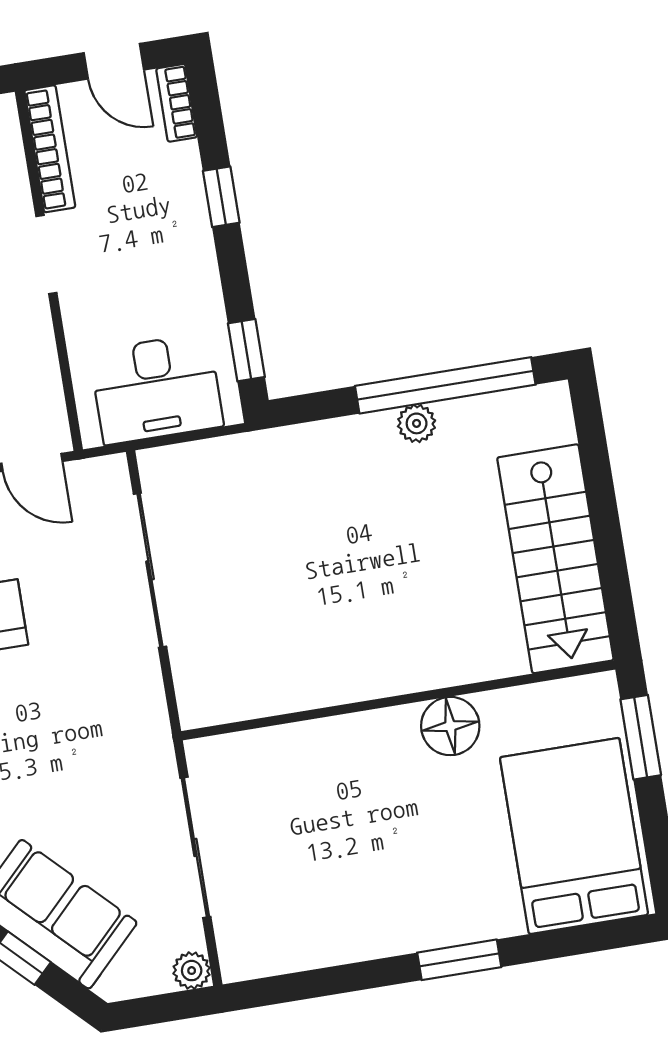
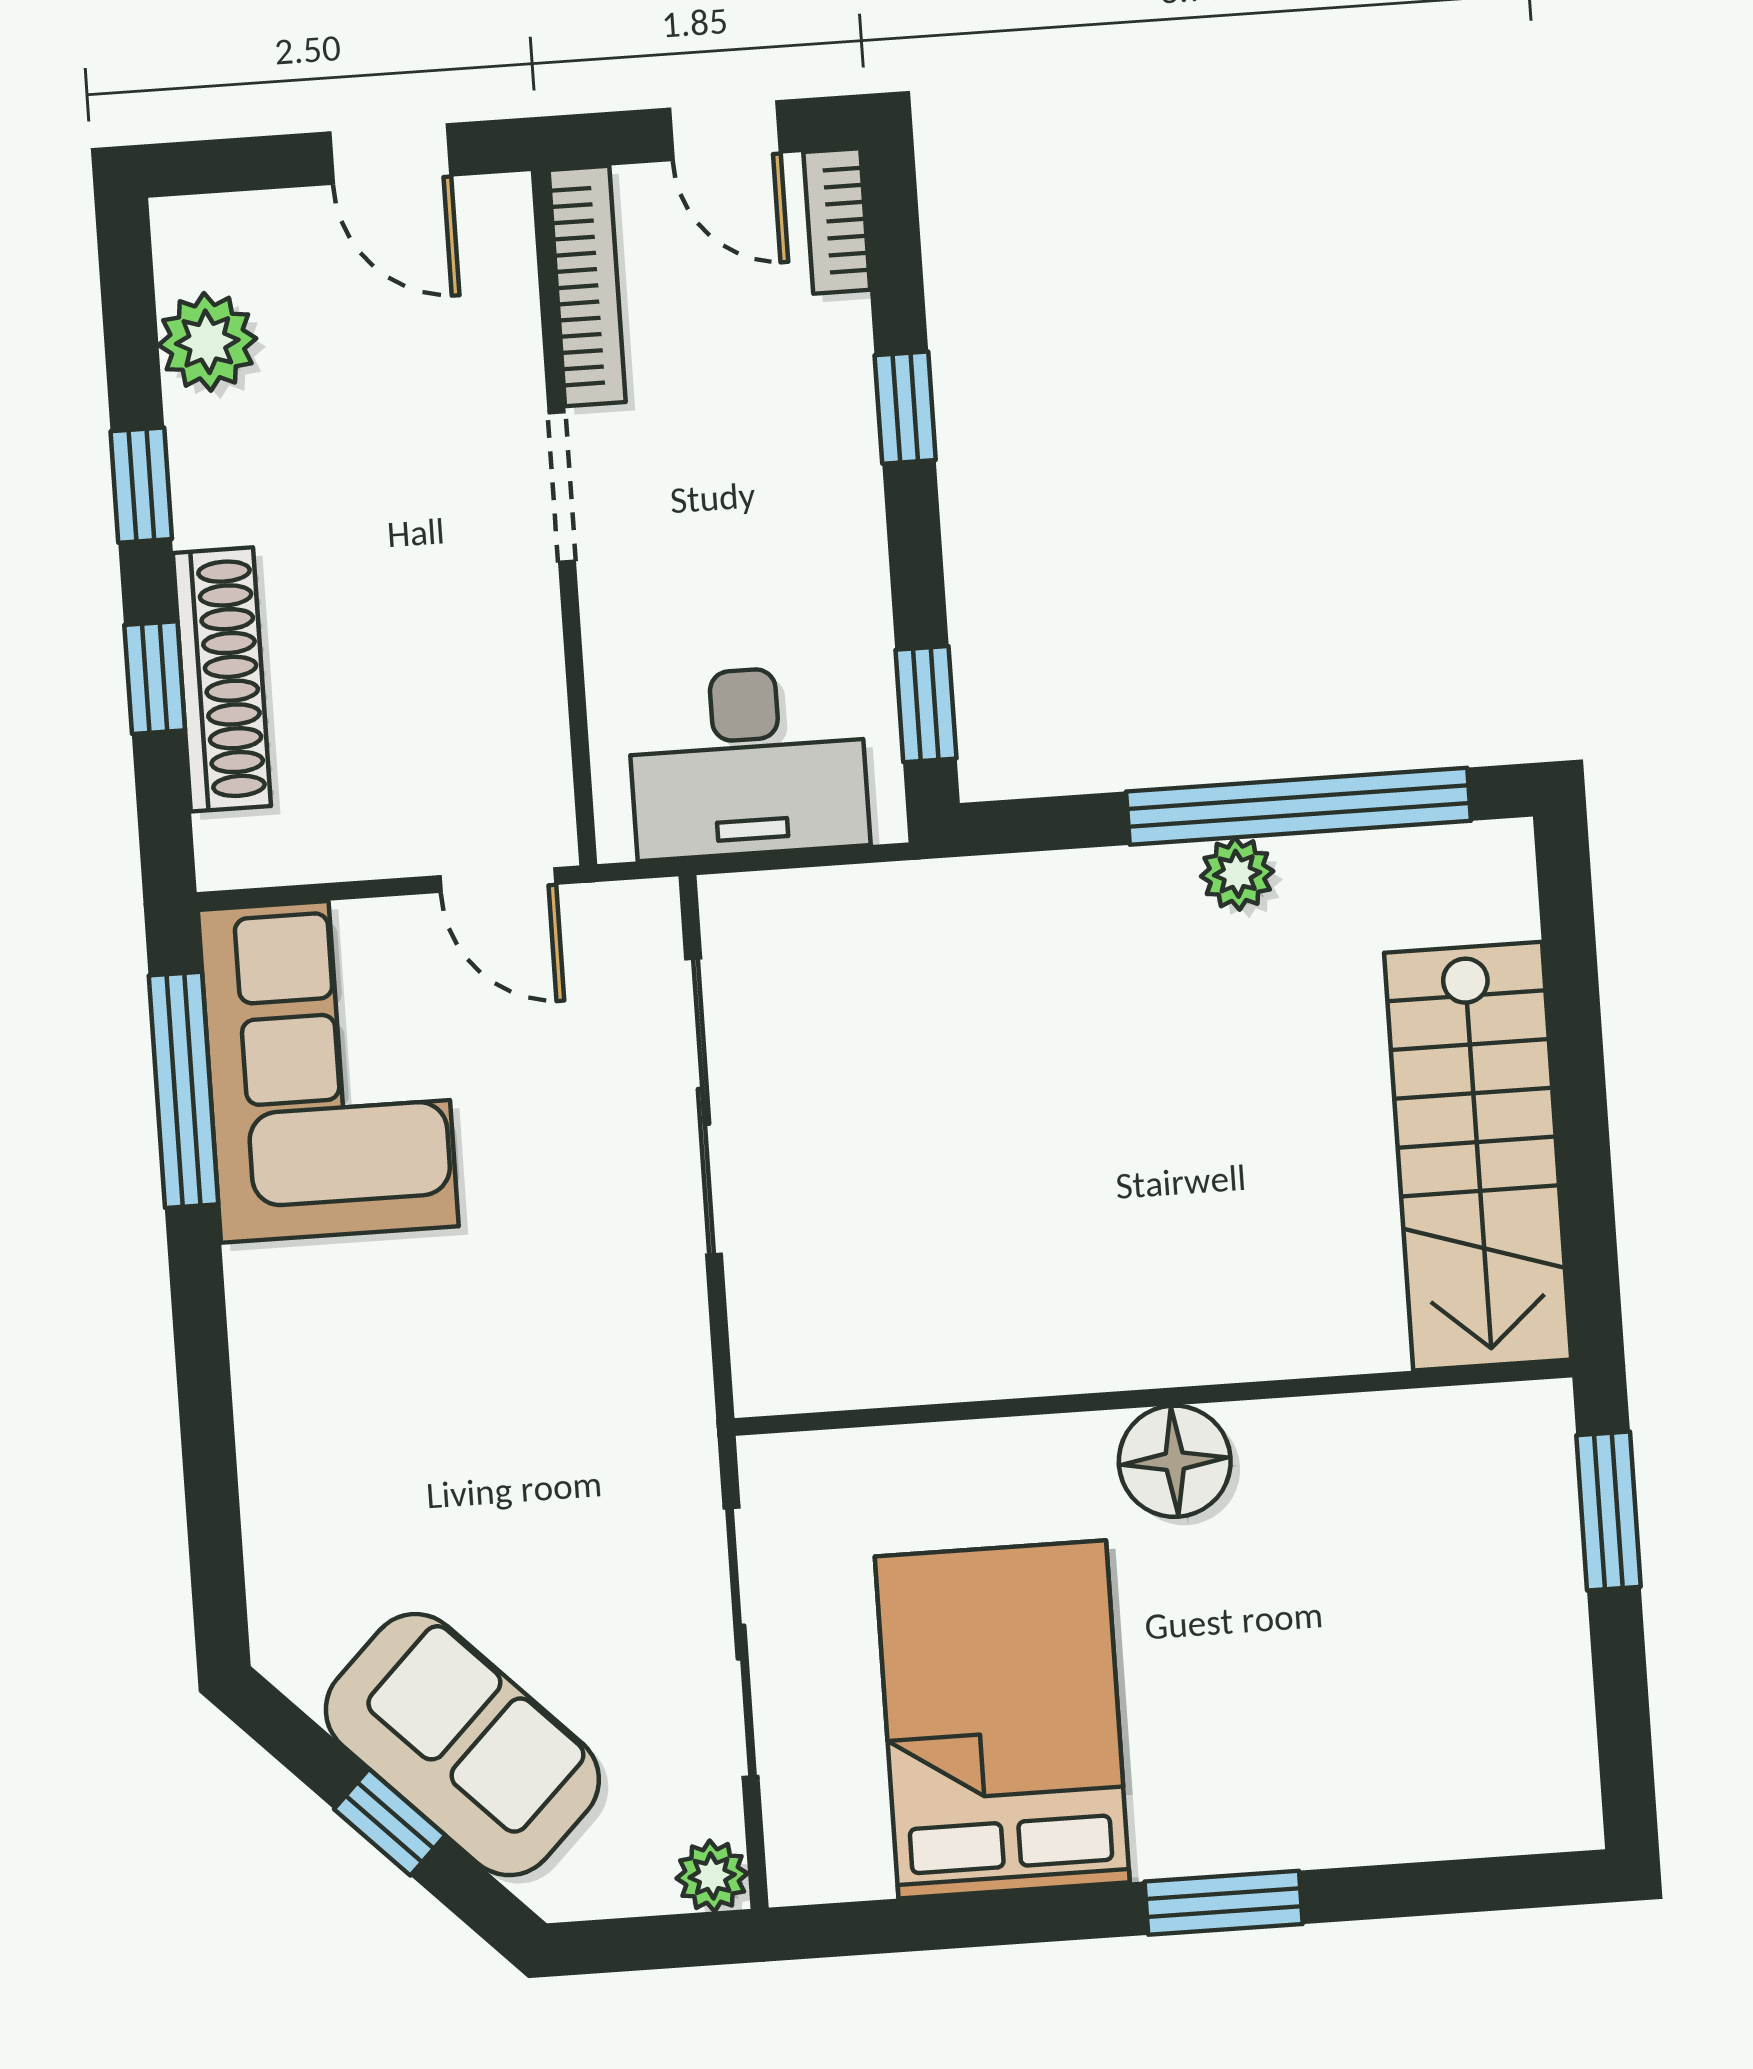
floor lamp: (450, 726) -> (1175, 1461), moved
bed: (574, 836) -> (1002, 1719), moved

